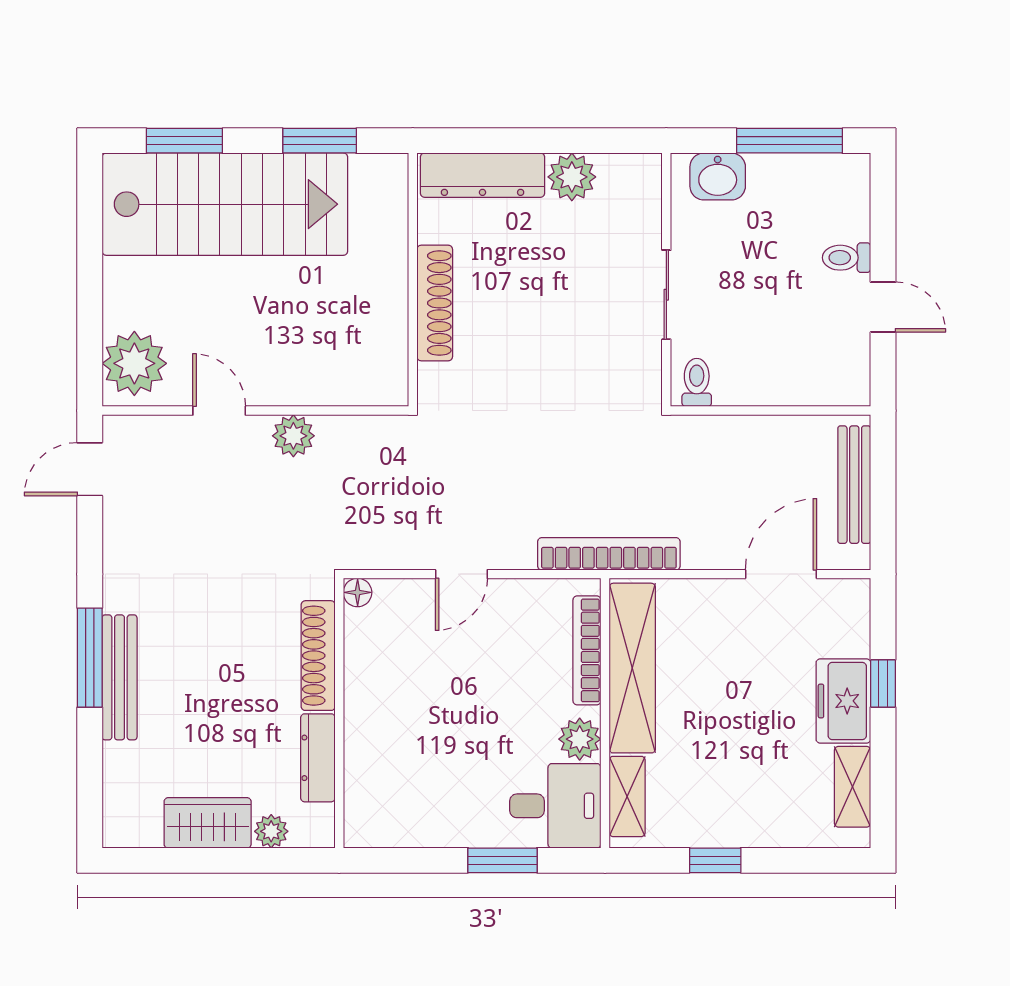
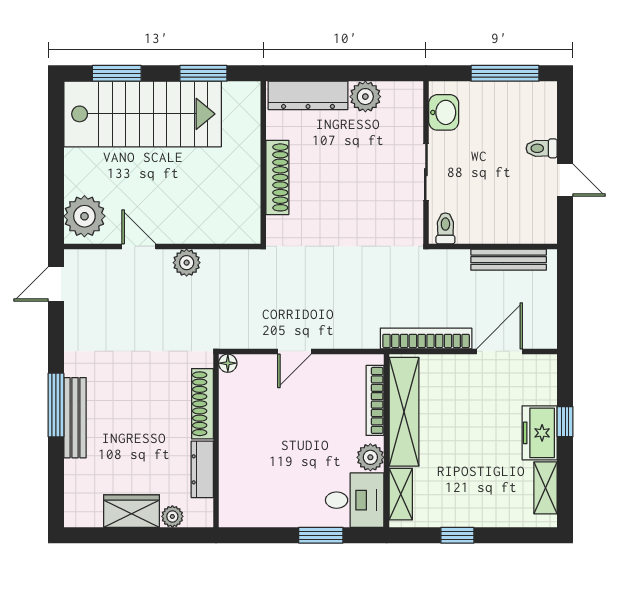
washbasin: (718, 176) -> (444, 112), moved, turned -90
bench: (854, 485) -> (509, 260), moved, turned 90
bookcase: (609, 554) -> (426, 338), moved

